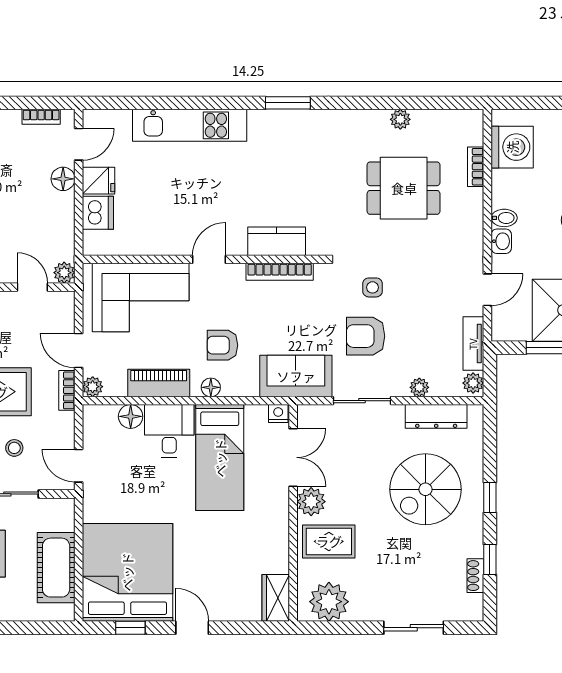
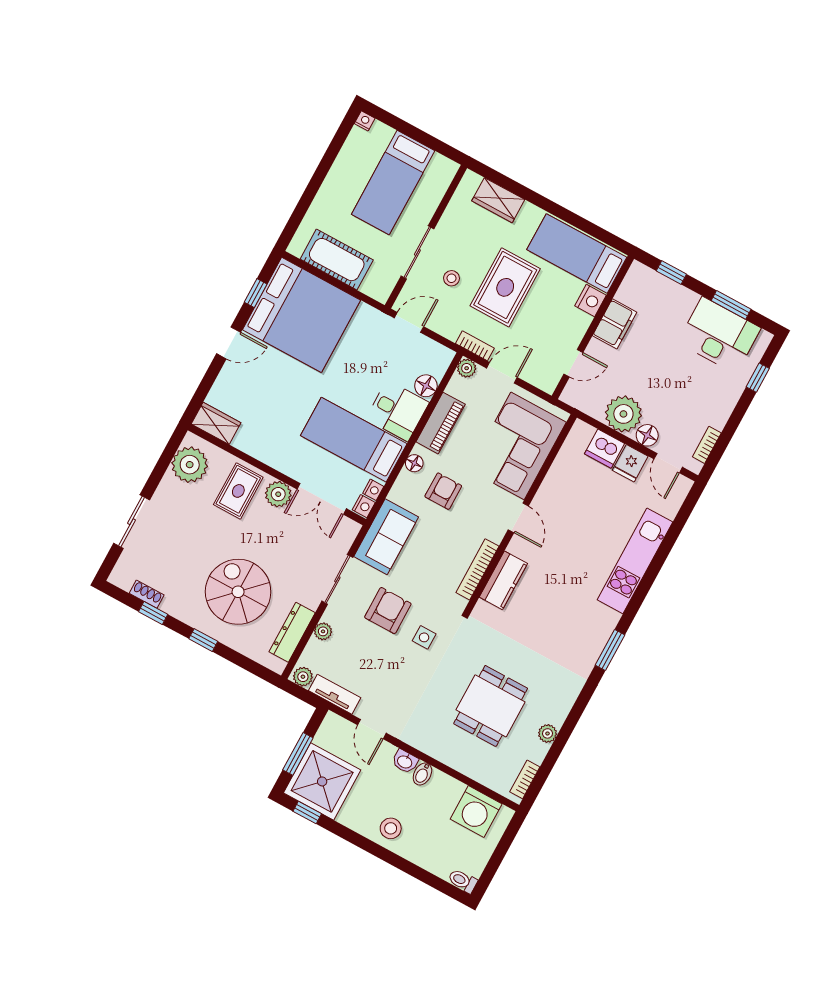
bookcase: (476, 167) -> (525, 779), moved, turned -90
plant: (64, 273) -> (623, 414), moved, width x1.87, depth x1.87
nightstand: (258, 413) -> (373, 490), added

